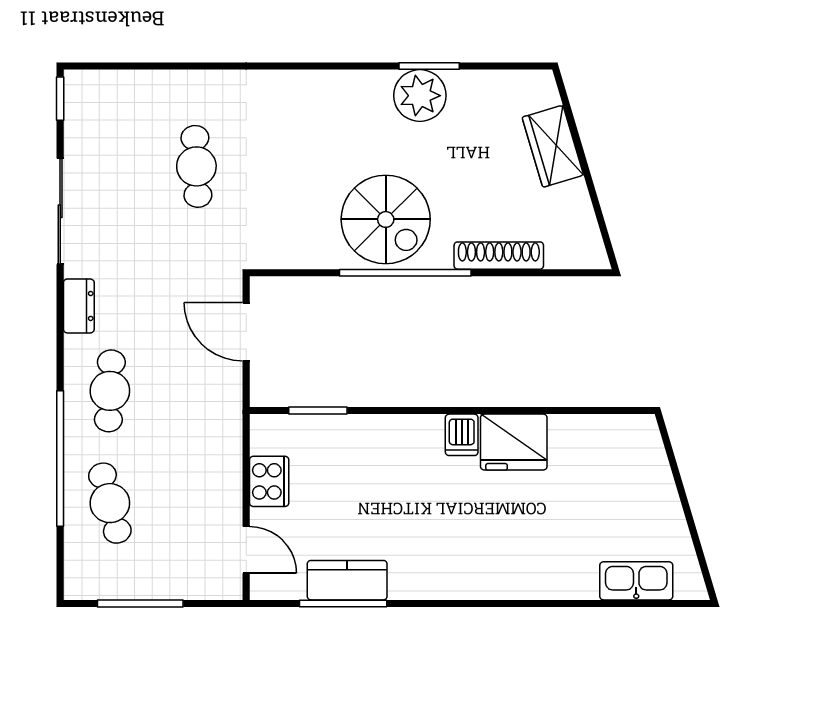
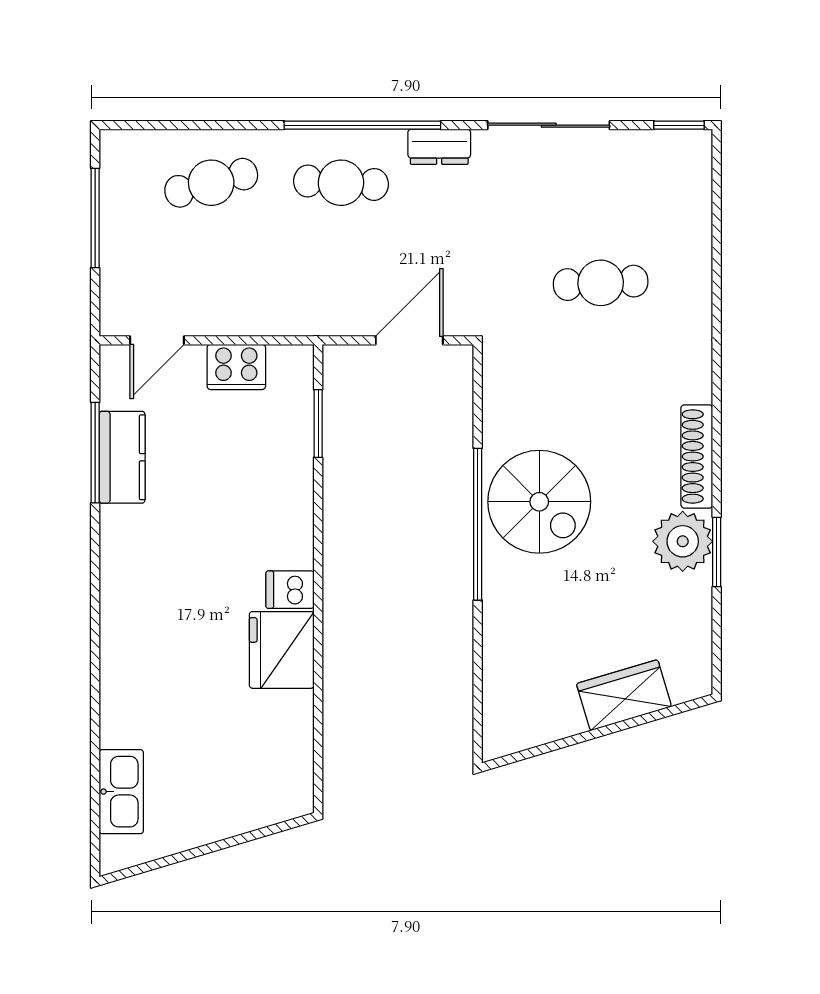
spiral stairs: (386, 219) -> (539, 502), turned -90
shoe rack: (499, 256) -> (697, 456), moved, turned 180
window: (60, 459) -> (362, 125), moved

